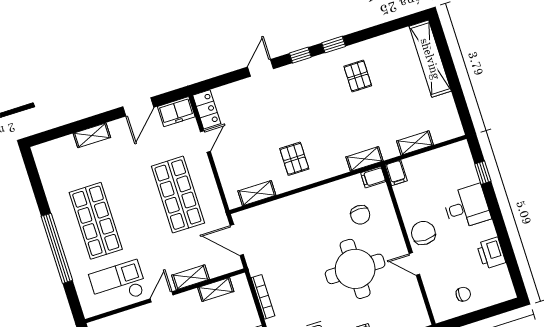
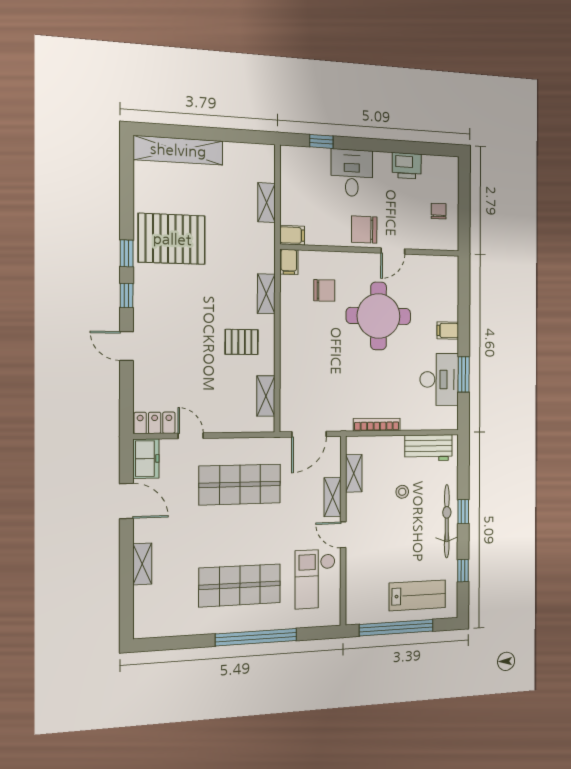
pallet: (358, 76) -> (172, 239), width x2.05, depth x2.00
shelving: (364, 159) -> (266, 294), moved

